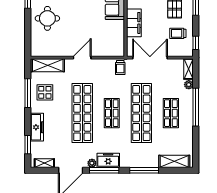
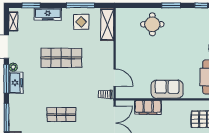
door: (82, 58) -> (115, 78), moved
shop shelf: (82, 113) -> (61, 58), width x0.71
shop shelf: (112, 113) -> (61, 86), removed
shop shelf: (141, 113) -> (61, 115), width x0.50, depth x0.74

